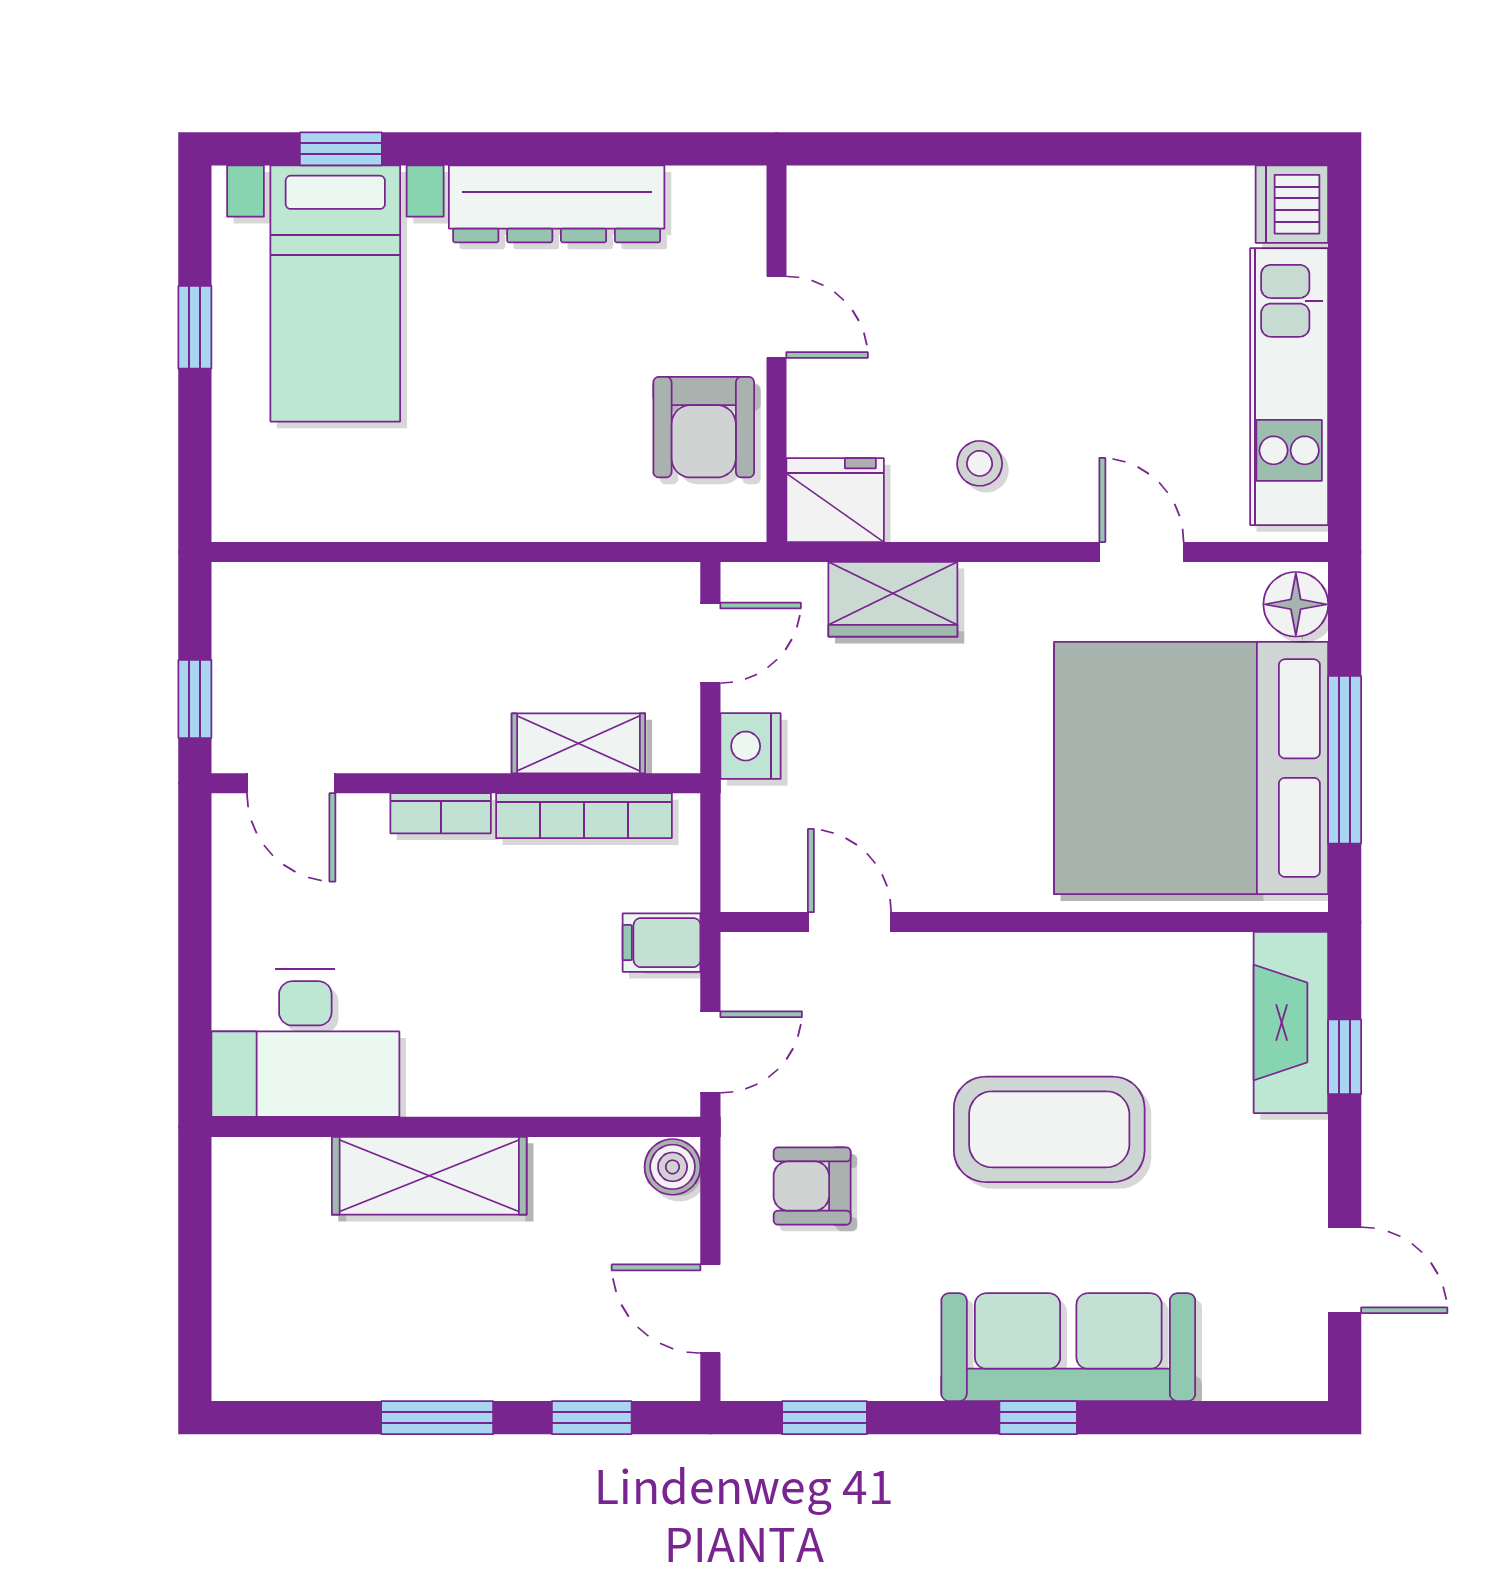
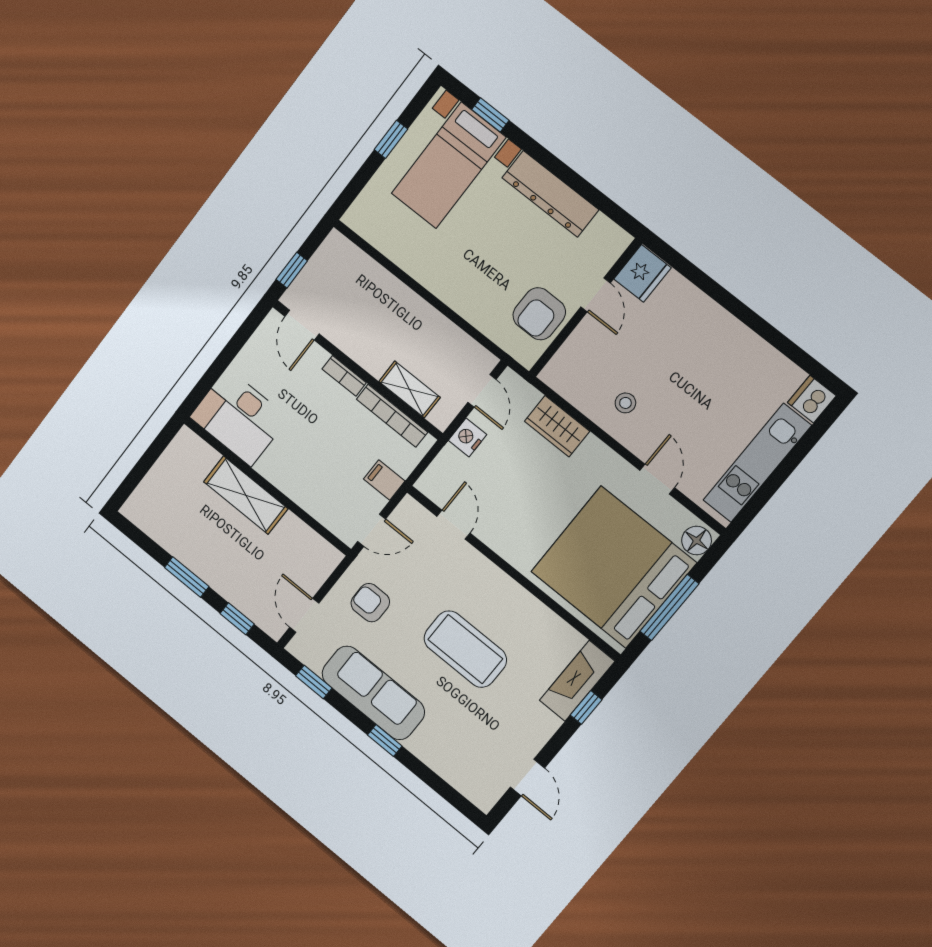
fridge: (835, 500) -> (642, 273), moved, turned 90
door: (710, 643) -> (482, 391), hinge flipped
boiler: (673, 1167) -> (329, 558), removed
sofa: (1068, 1347) -> (373, 693), moved

